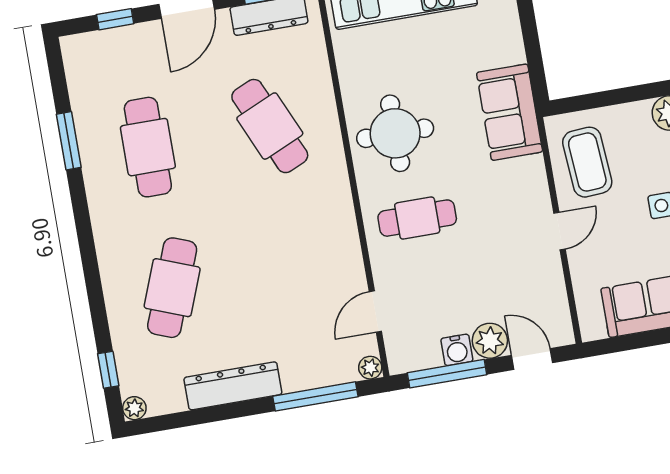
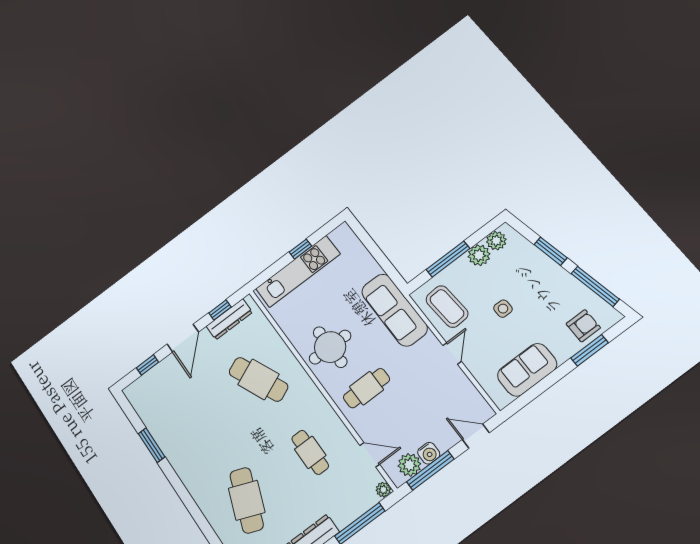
window: (624, 95) -> (448, 259), added
sofa: (510, 112) -> (394, 310), width x1.36
cafe table: (148, 147) -> (310, 452), moved, width x0.73, depth x0.74
door: (375, 312) -> (370, 455), swing flipped
plant: (490, 341) -> (409, 465), moved

